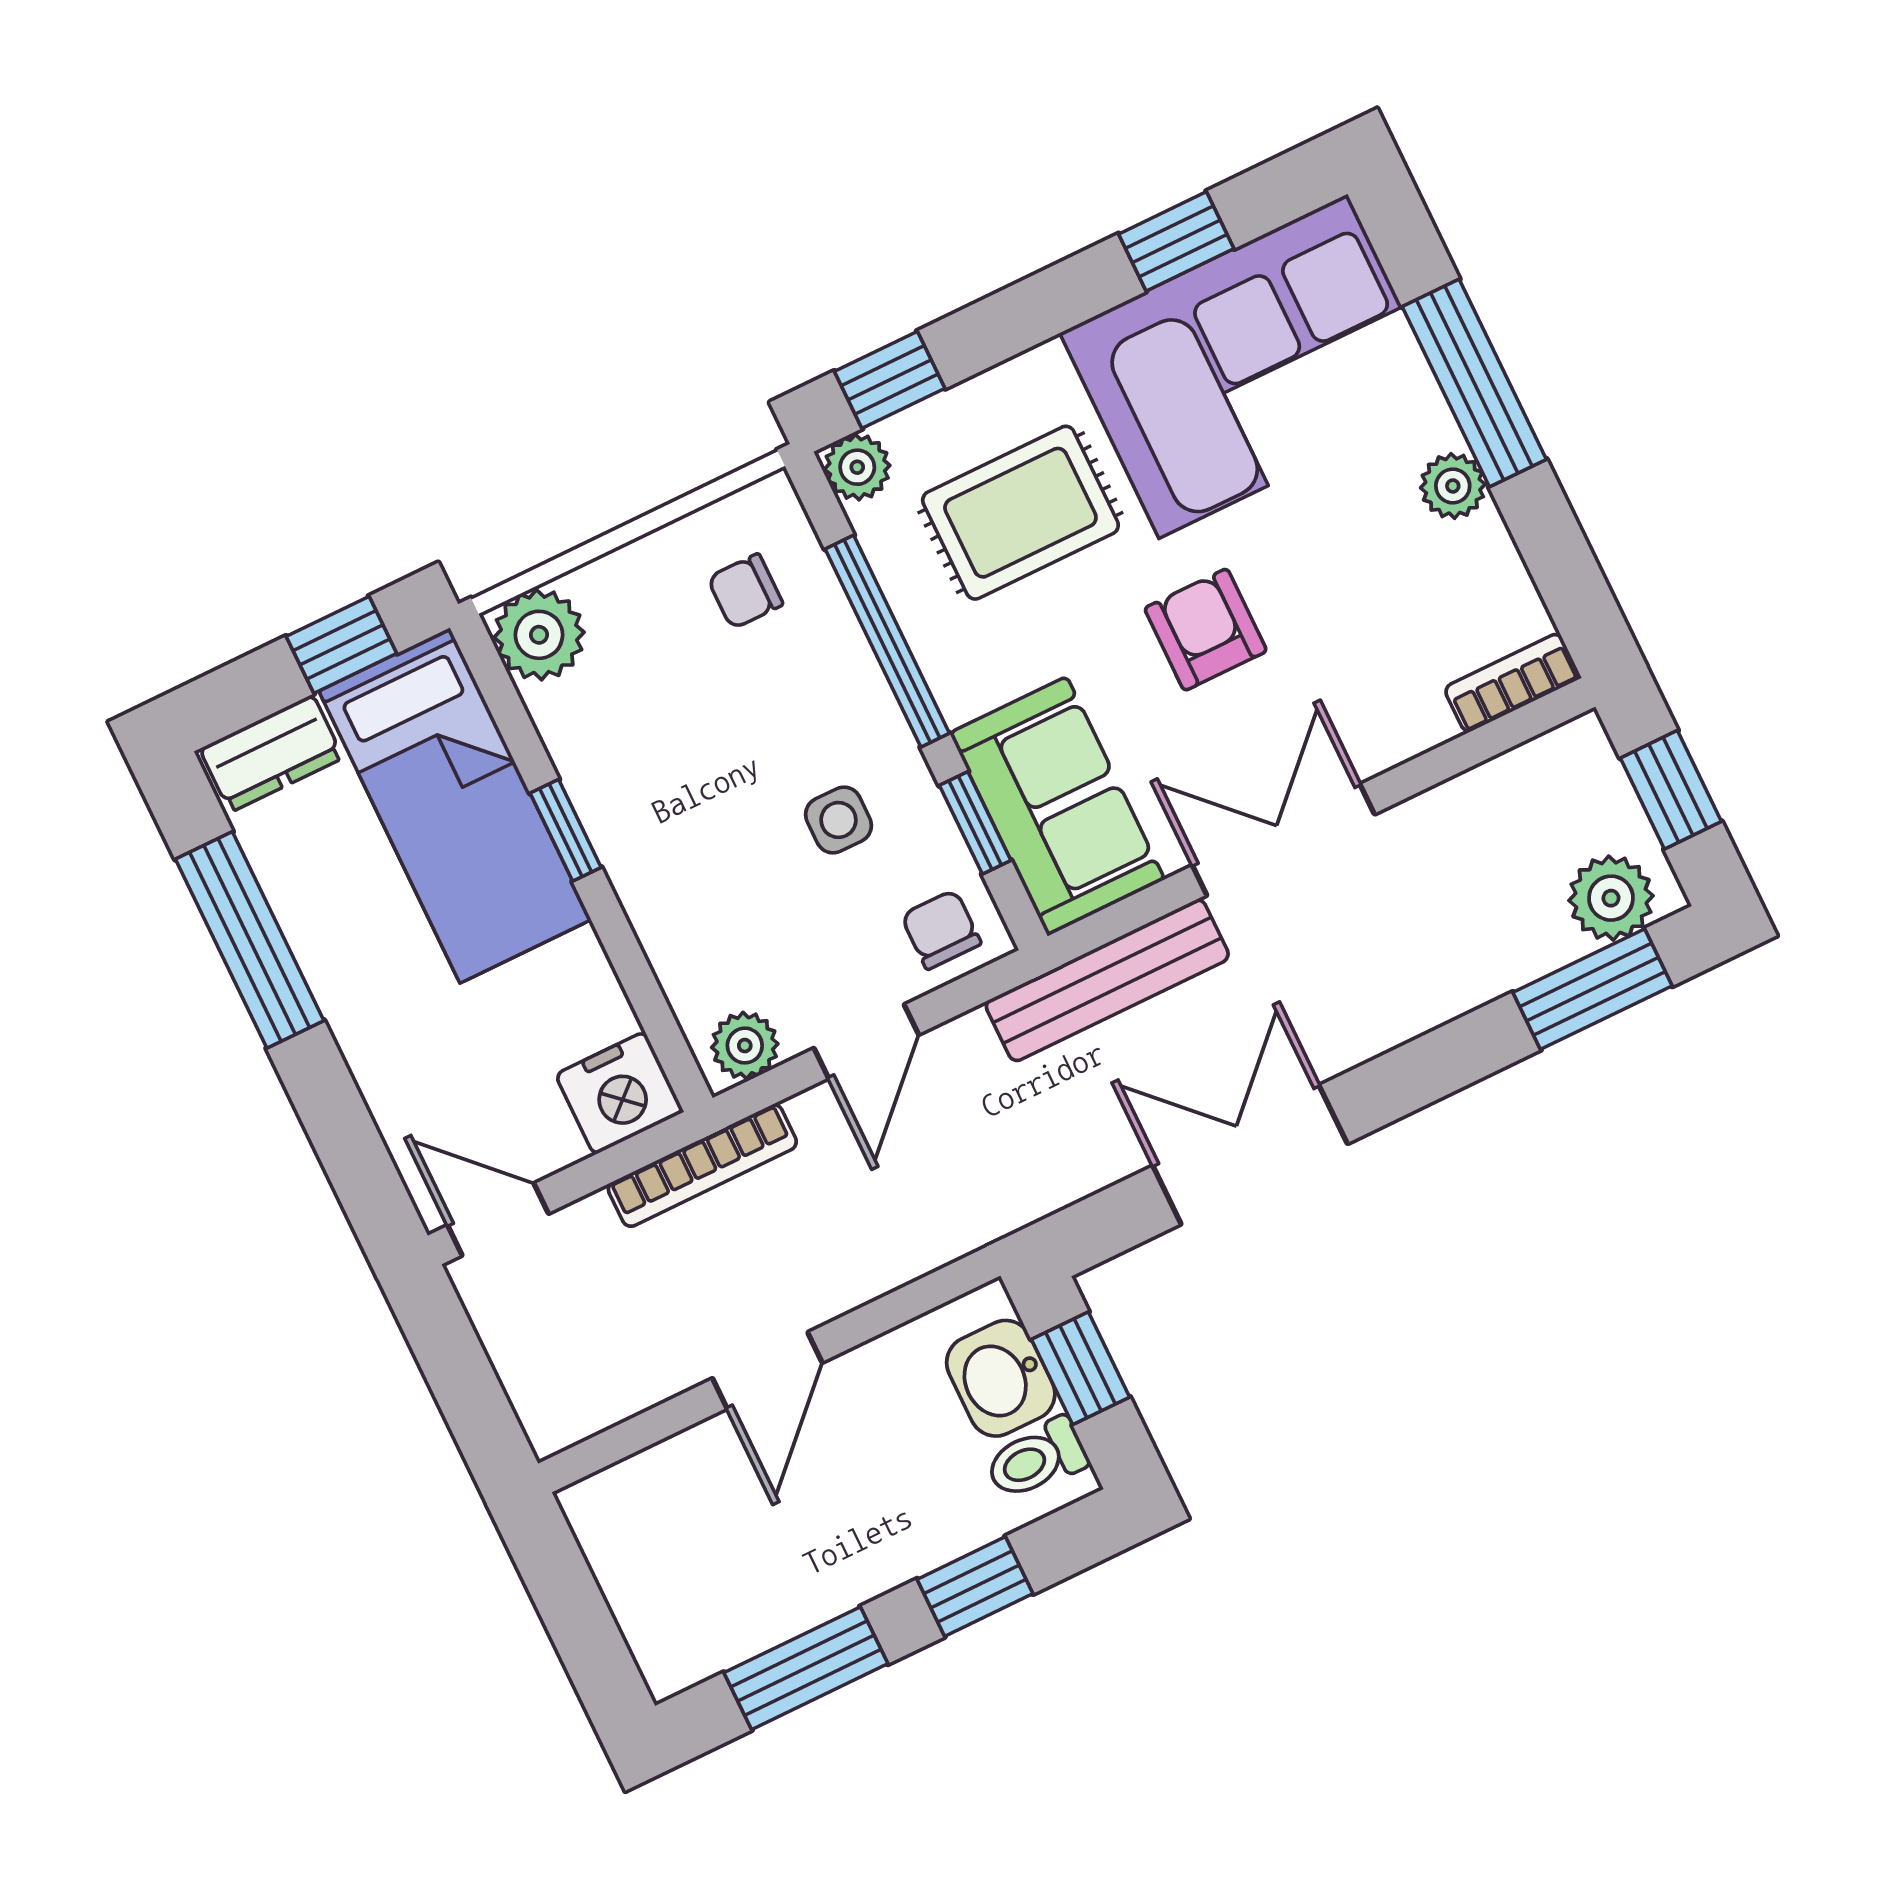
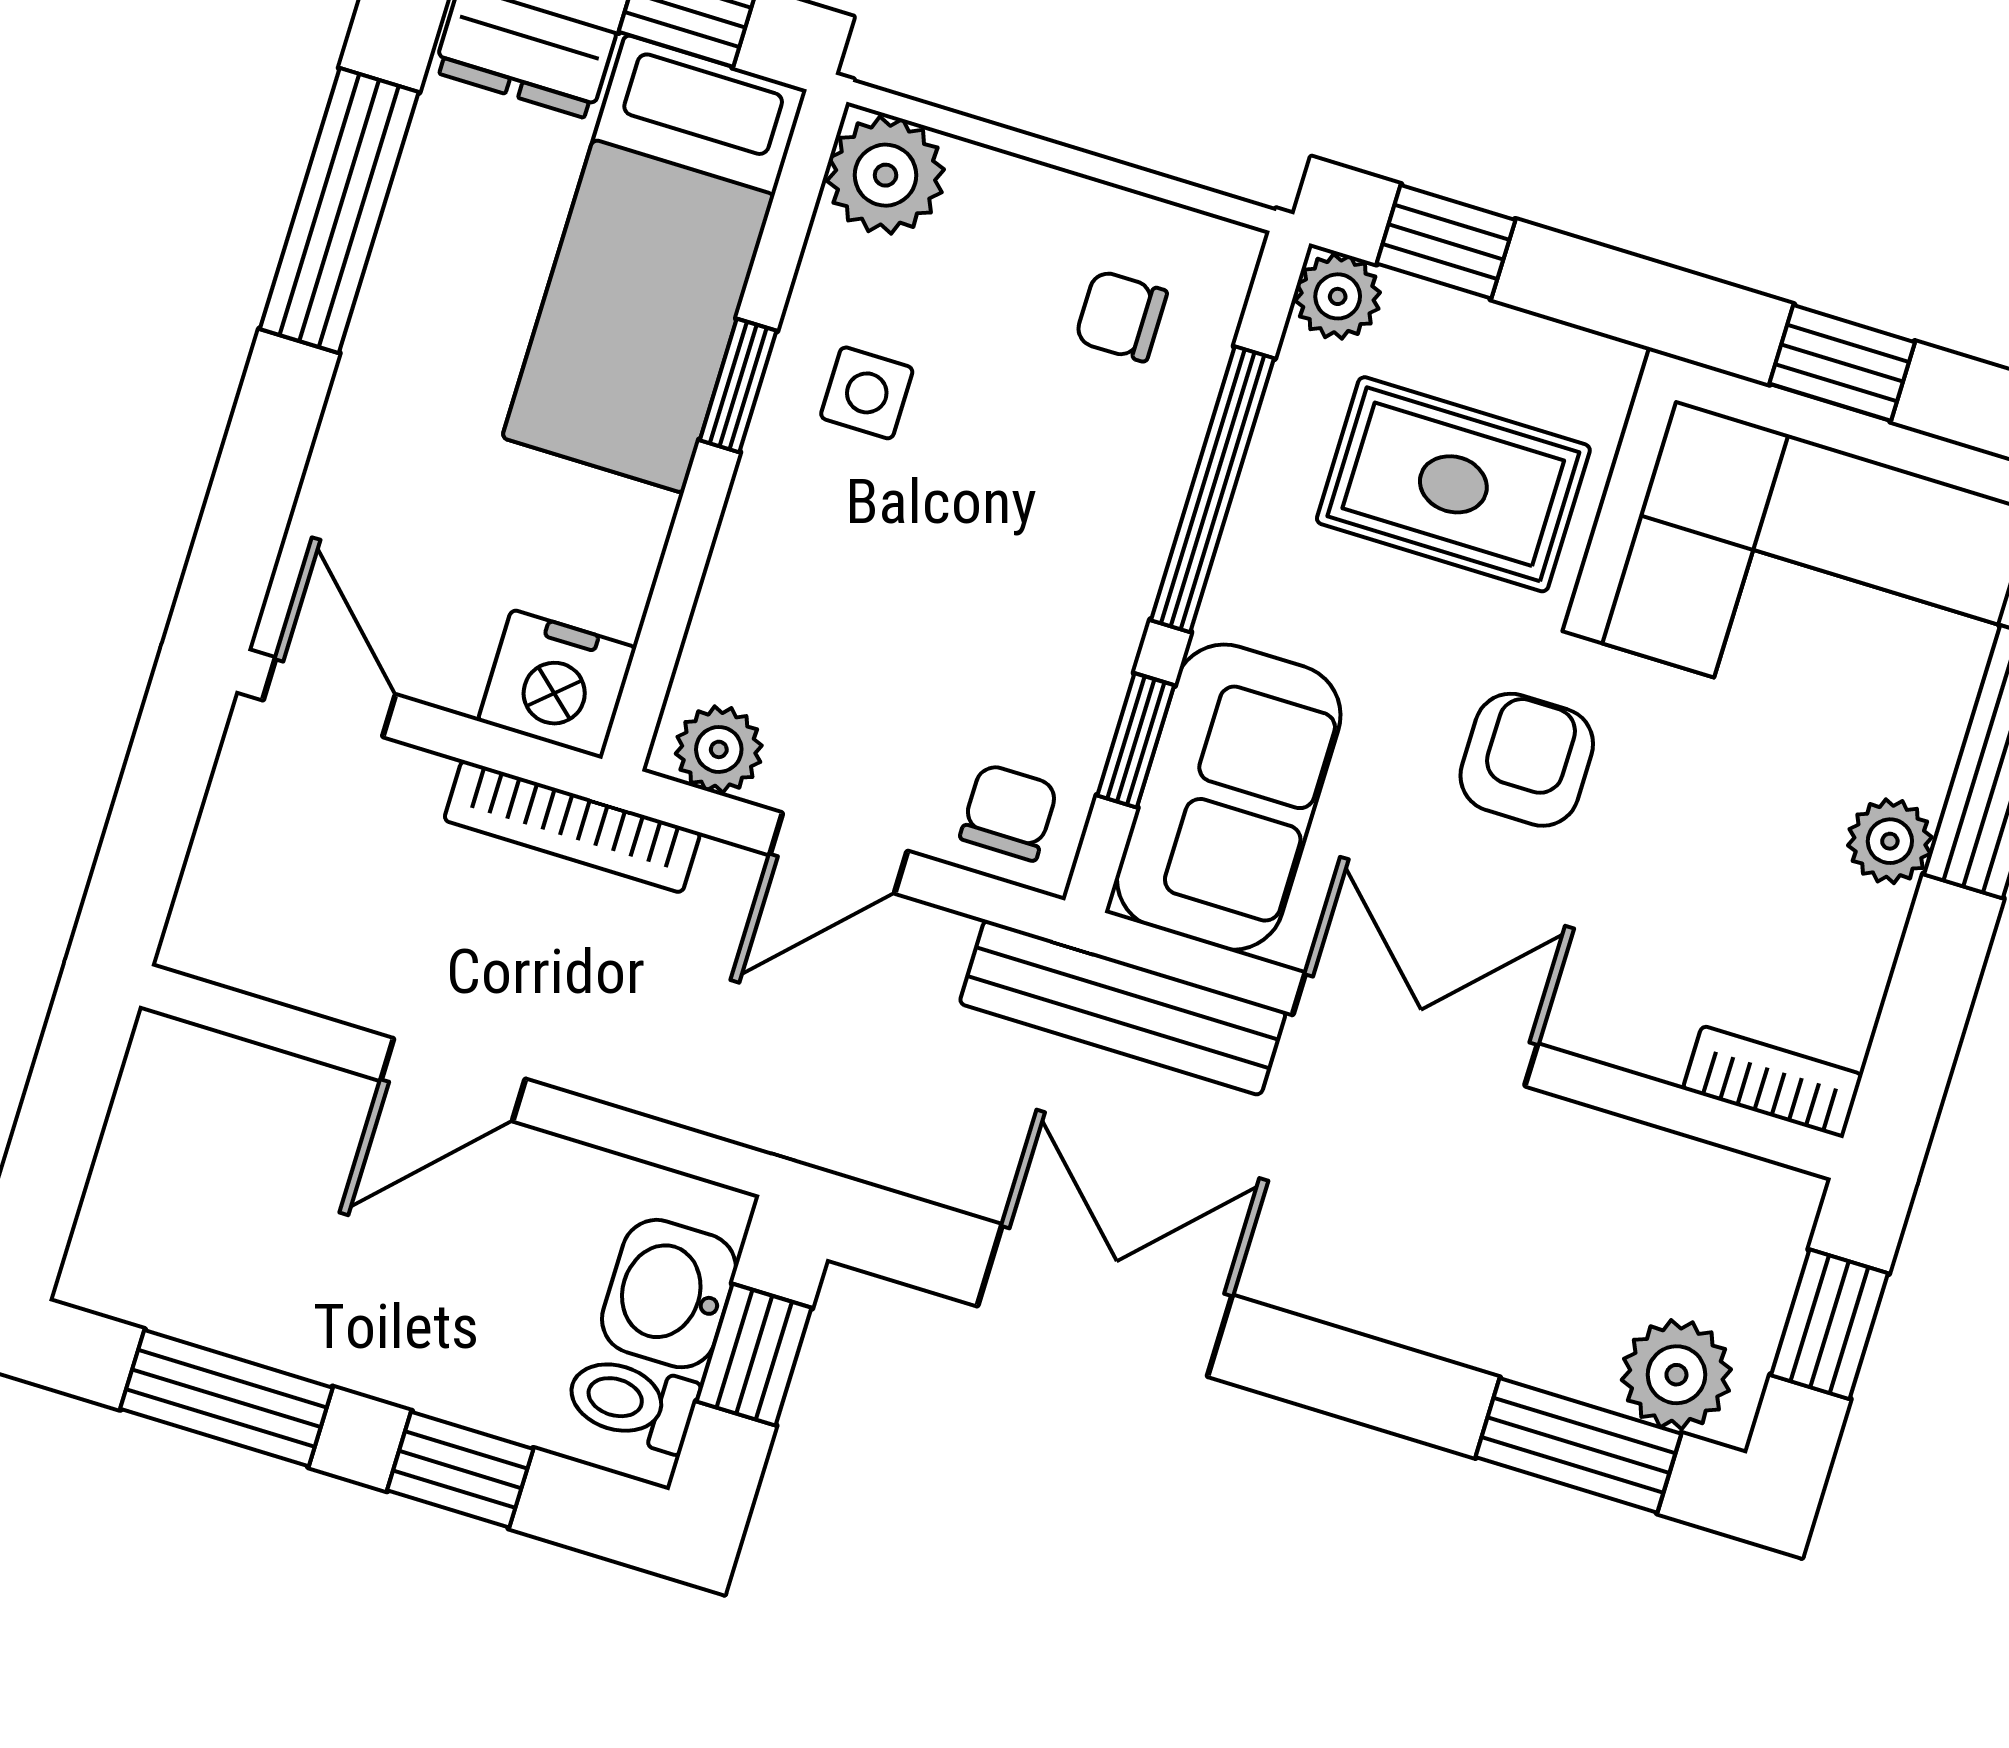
side table: (838, 820) -> (867, 393), moved

